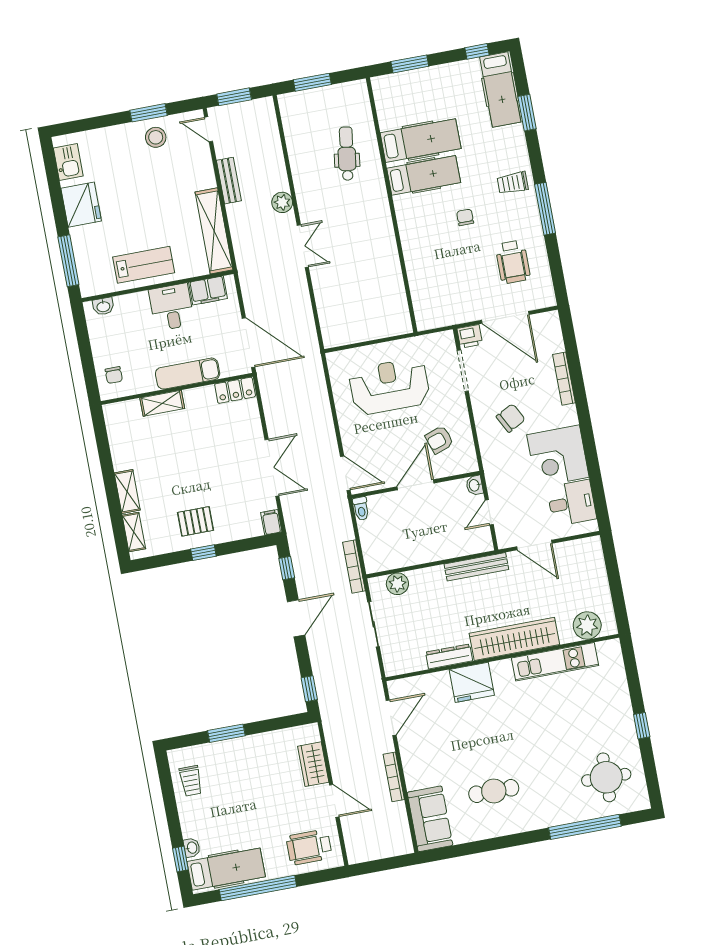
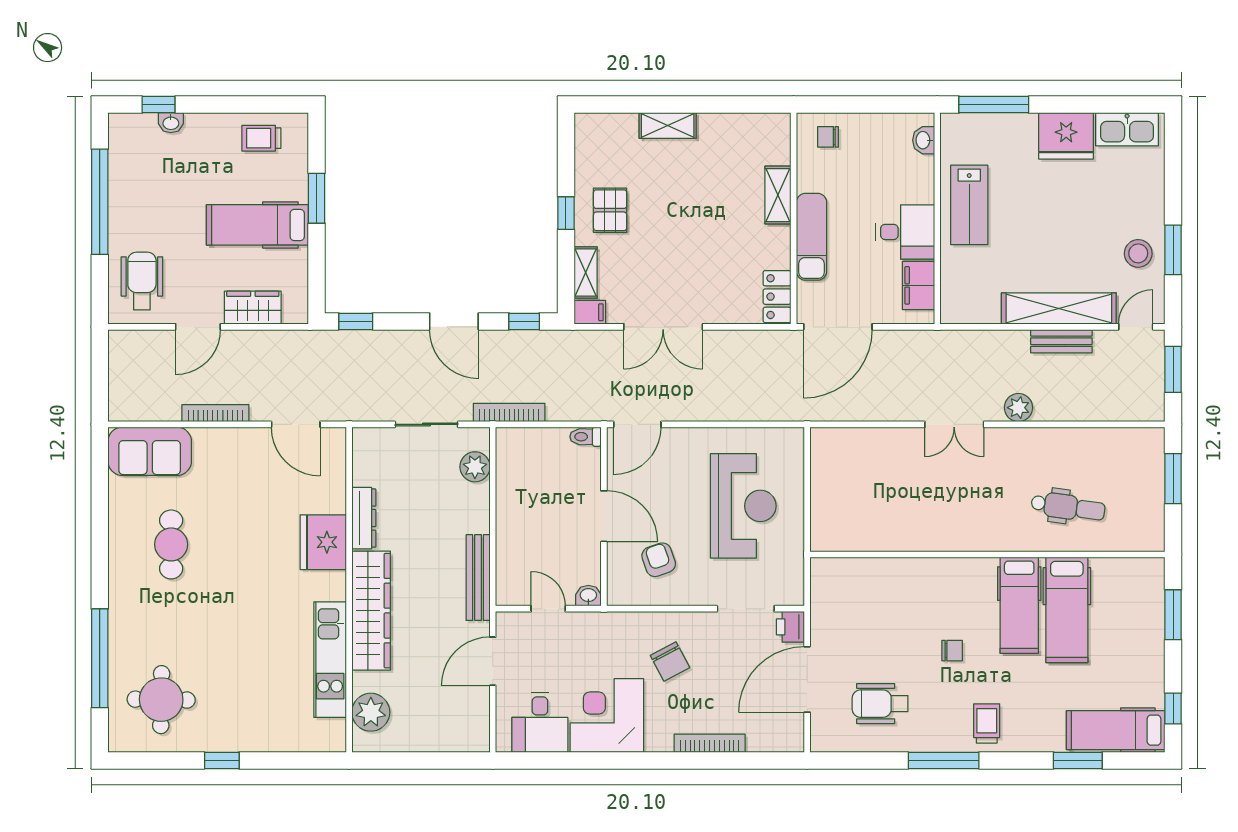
kitchen sink: (68, 162) -> (1127, 129), width x1.38
shelving: (214, 231) -> (1059, 308), moved
shelving: (134, 532) -> (586, 273), moved, turned 90
hospital bed: (226, 869) -> (257, 225), moved, turned 90

